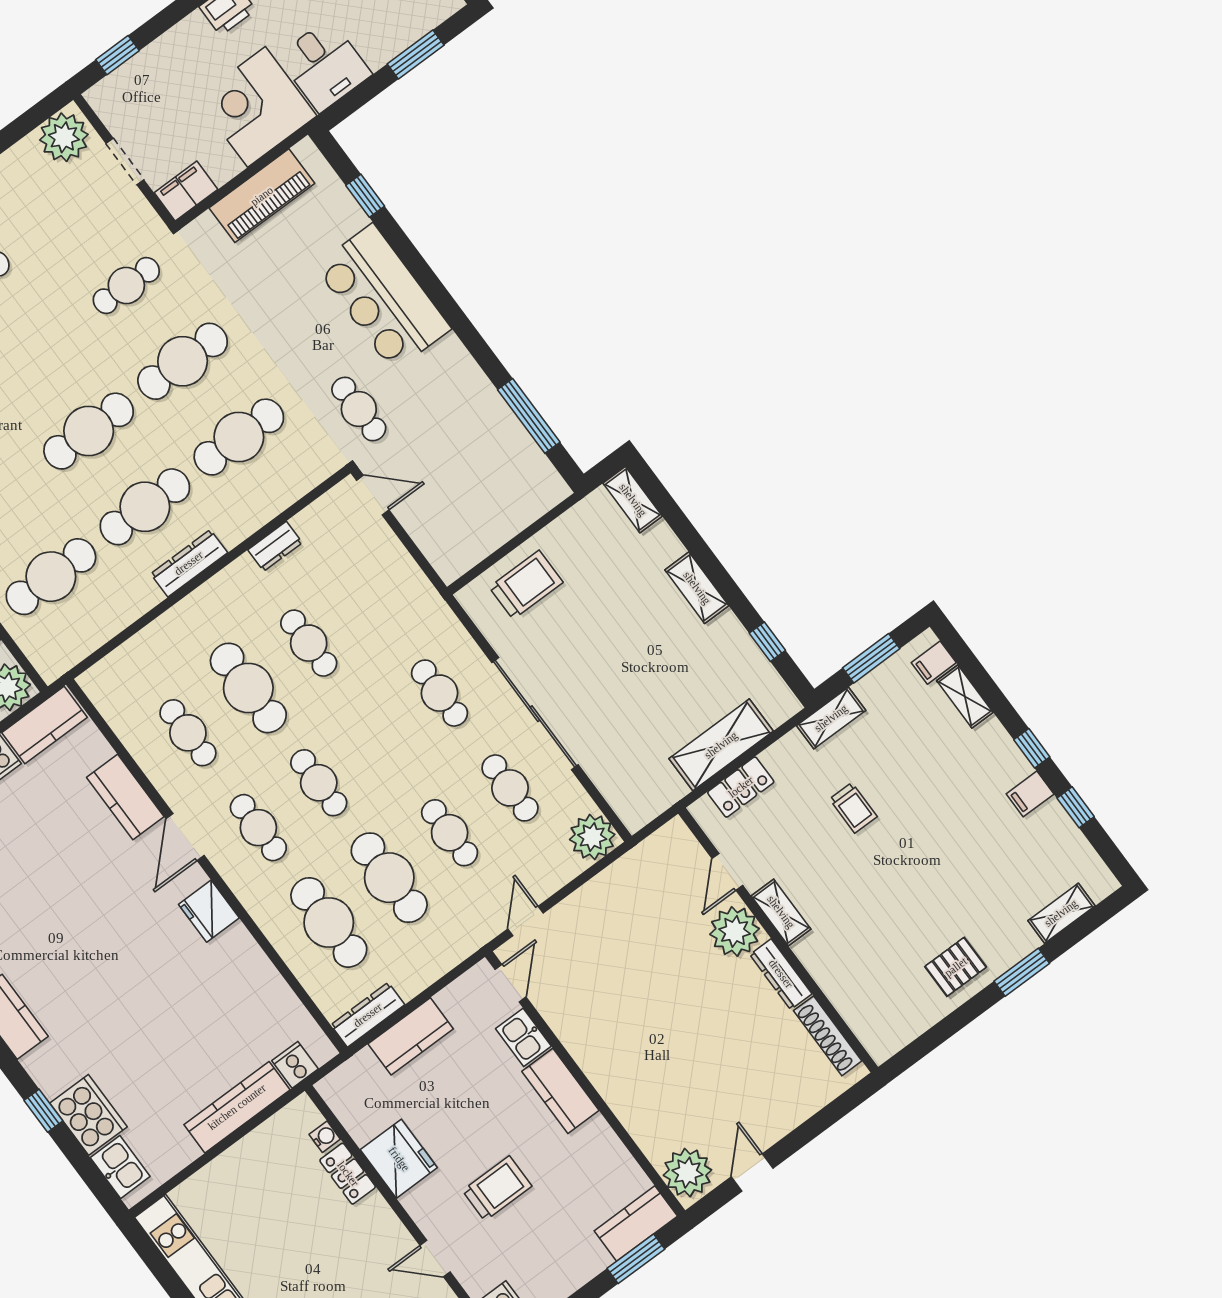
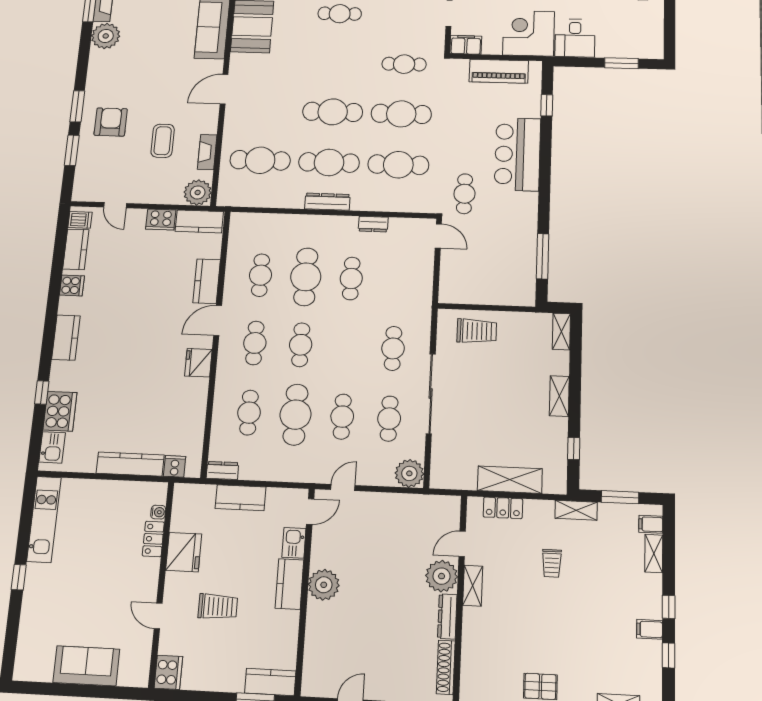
cafe table: (329, 922) -> (249, 413), width x0.73, depth x0.74
dresser: (368, 1015) -> (222, 470), width x0.70
plant: (687, 1173) -> (324, 585), moved

